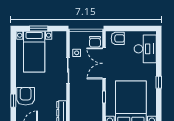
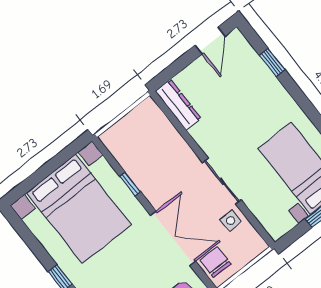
armchair: (26, 96) -> (258, 85), removed

